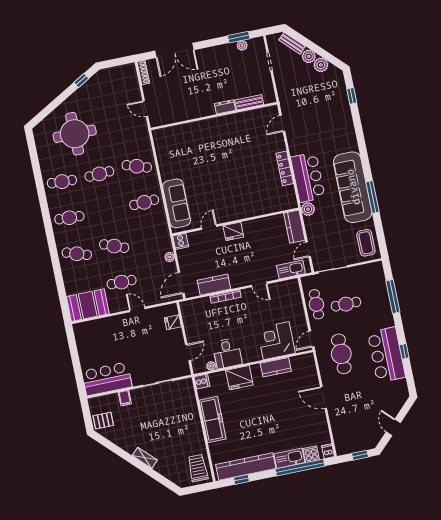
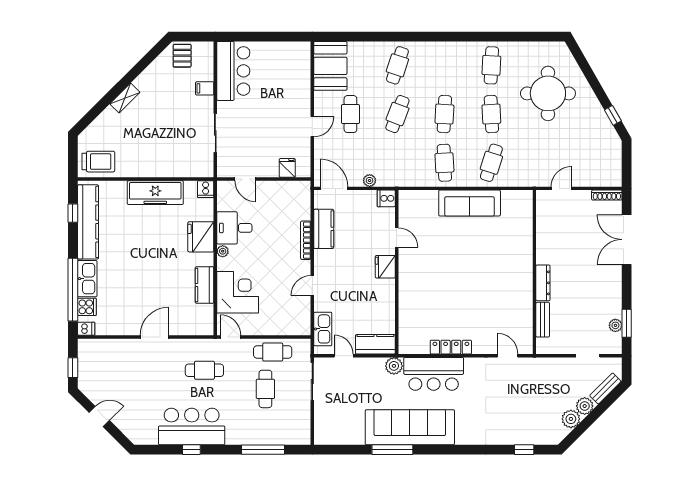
dresser: (225, 107) -> (543, 283), width x1.44
sofa: (177, 203) -> (470, 203), moved
cafe table: (69, 218) -> (444, 114), moved
coffee table: (366, 243) -> (337, 430), removed
cafe table: (341, 354) -> (204, 370), width x0.73, depth x0.74
plant: (211, 366) -> (223, 251), moved

